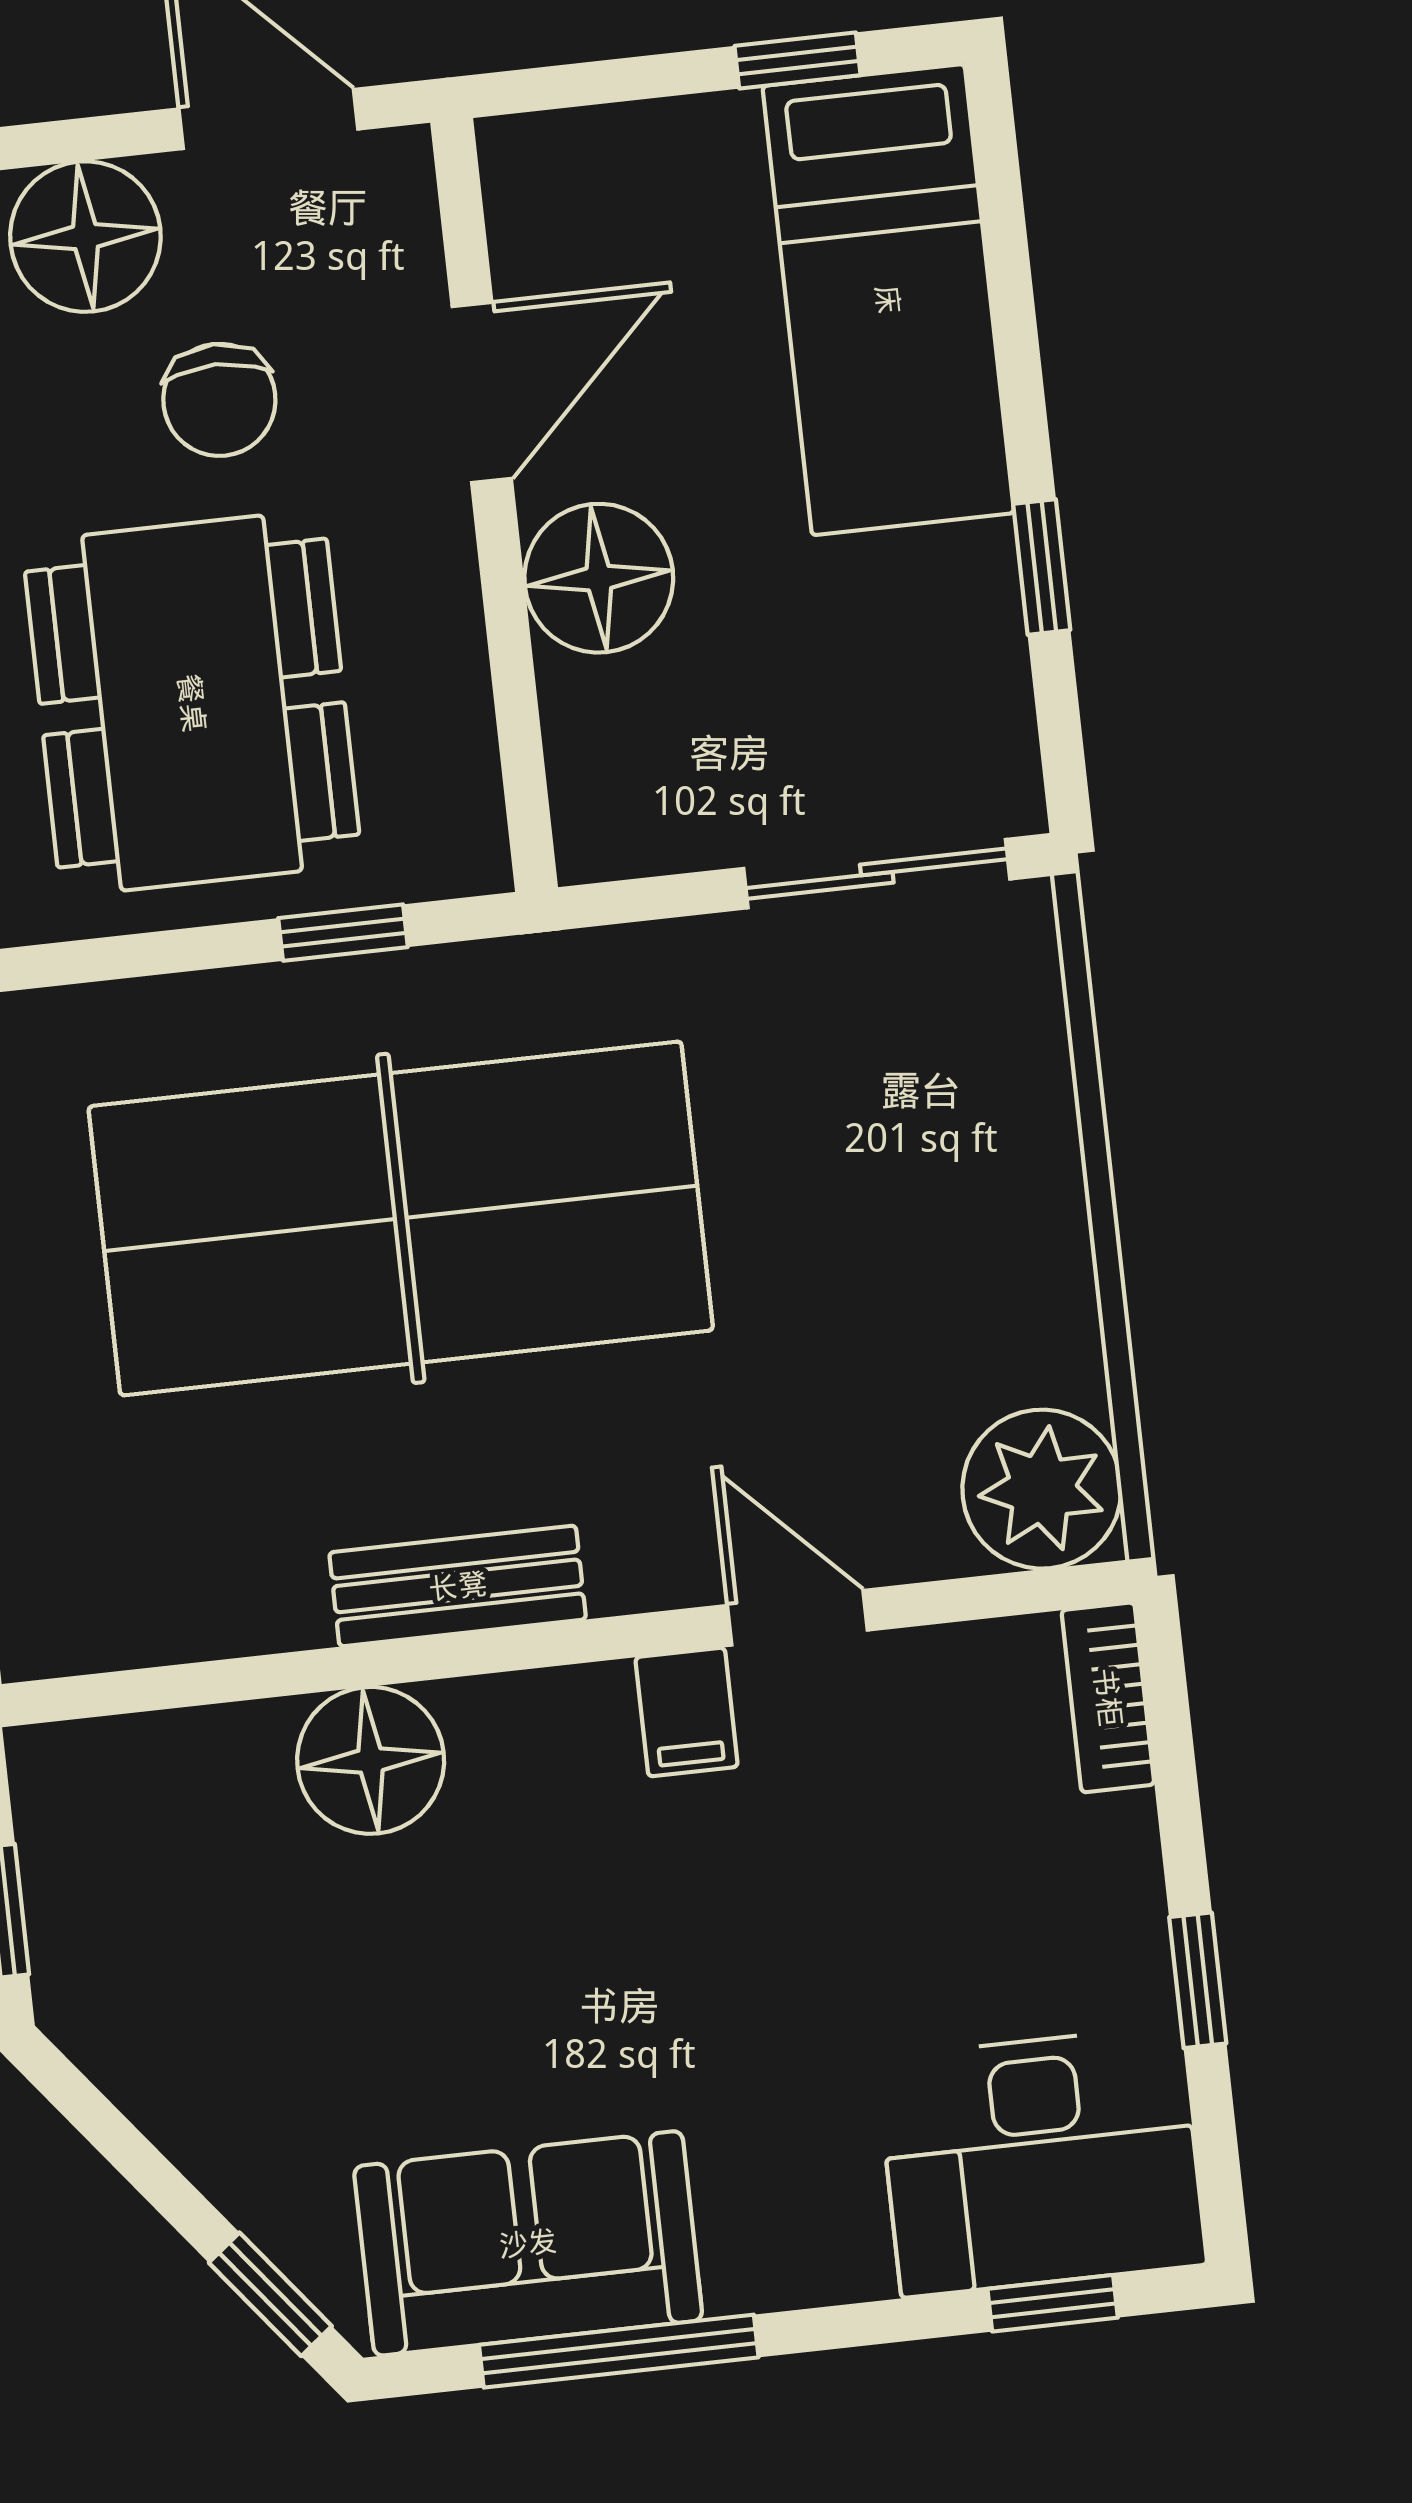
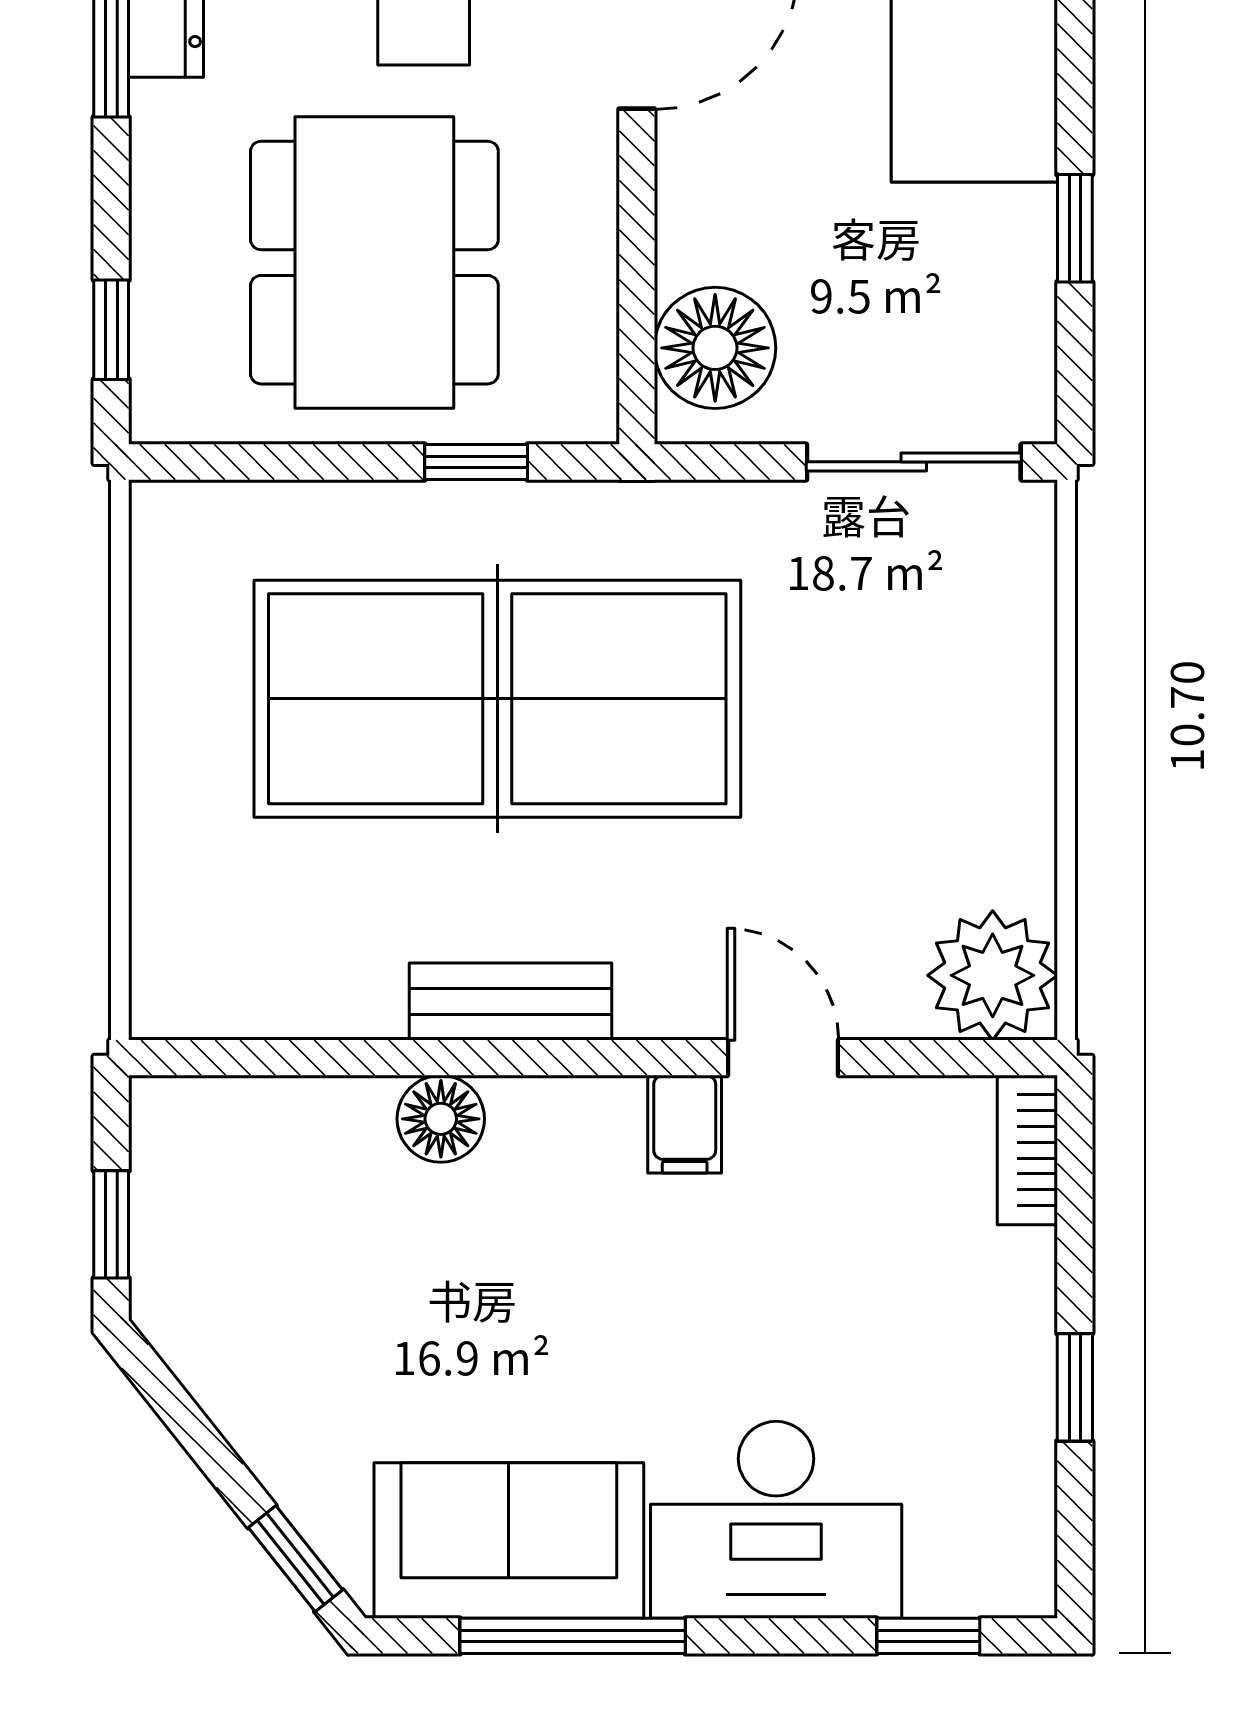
floor lamp: (599, 578) -> (715, 348), moved
floor lamp: (371, 1760) -> (441, 1119), width x0.73, depth x0.73
desk: (1041, 2161) -> (776, 1520), moved

